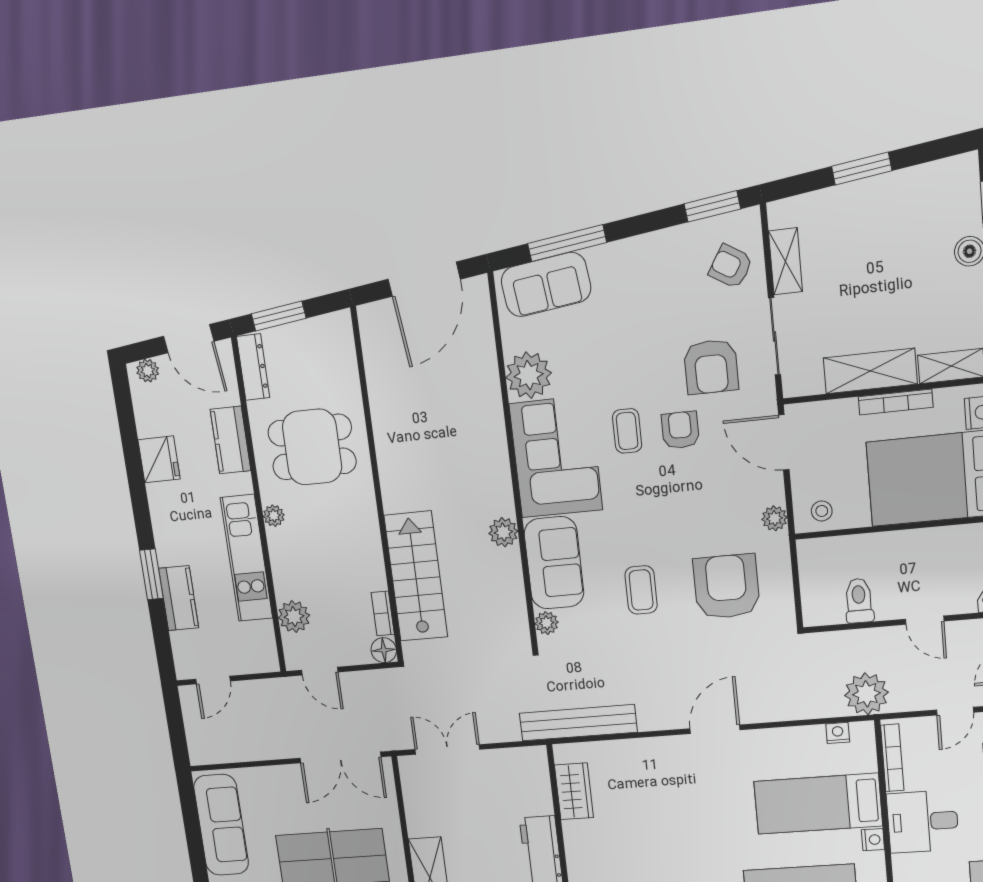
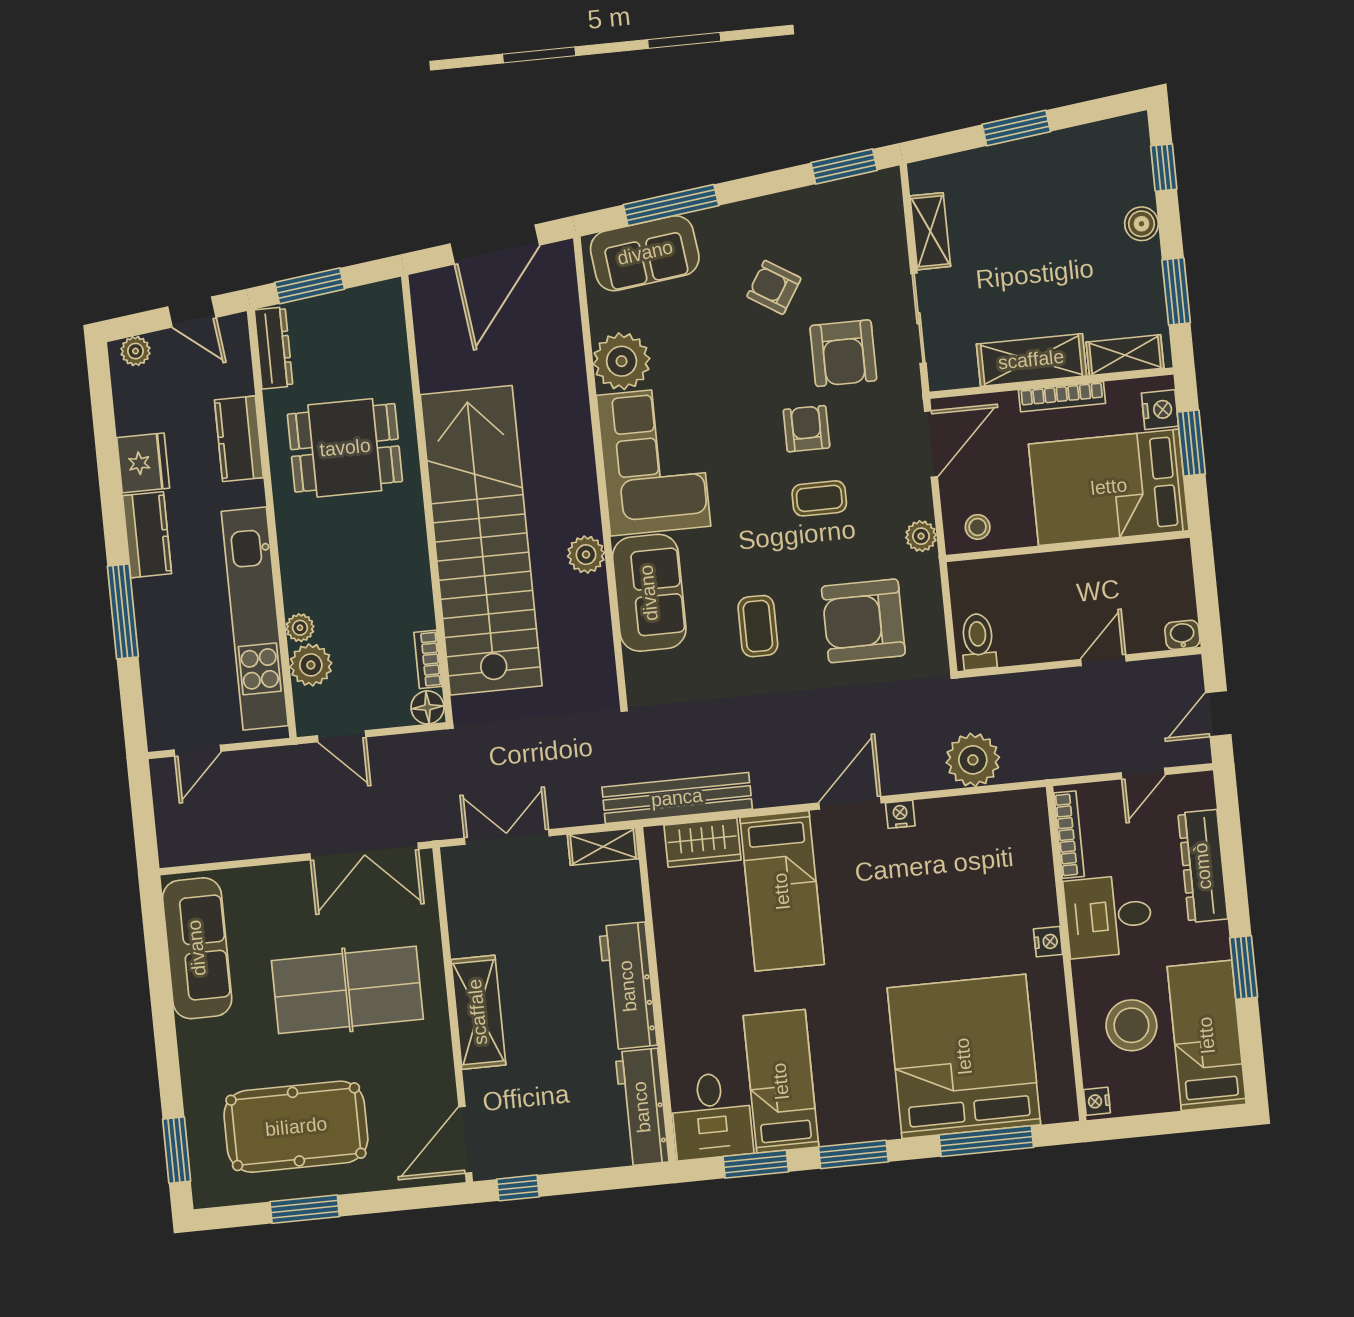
armchair: (731, 266) -> (774, 287), moved
door: (189, 339) -> (192, 312), width x0.73
coffee table: (627, 431) -> (819, 498), moved, turned 90
door: (784, 442) -> (931, 444), swing flipped
plant: (274, 516) -> (300, 628), moved
kitchen unit: (247, 558) -> (255, 619), width x1.36
window: (151, 574) -> (123, 611), width x1.44
stairs: (416, 576) -> (481, 540), width x1.86, depth x1.51
armchair: (726, 587) -> (863, 621), turned -90
kitchen counter: (179, 598) -> (147, 535), moved
toilet: (859, 601) -> (978, 641), moved
door: (925, 620) -> (1103, 660), swing flipped
plant: (547, 623) -> (639, 669), removed
plant: (866, 694) -> (973, 760), moved
nightstand: (838, 733) -> (900, 814), moved
shelving: (521, 758) -> (603, 847), added
wardrobe: (574, 791) -> (703, 843), moved, turned 90
bed: (818, 804) -> (782, 891), moved, turned -90

